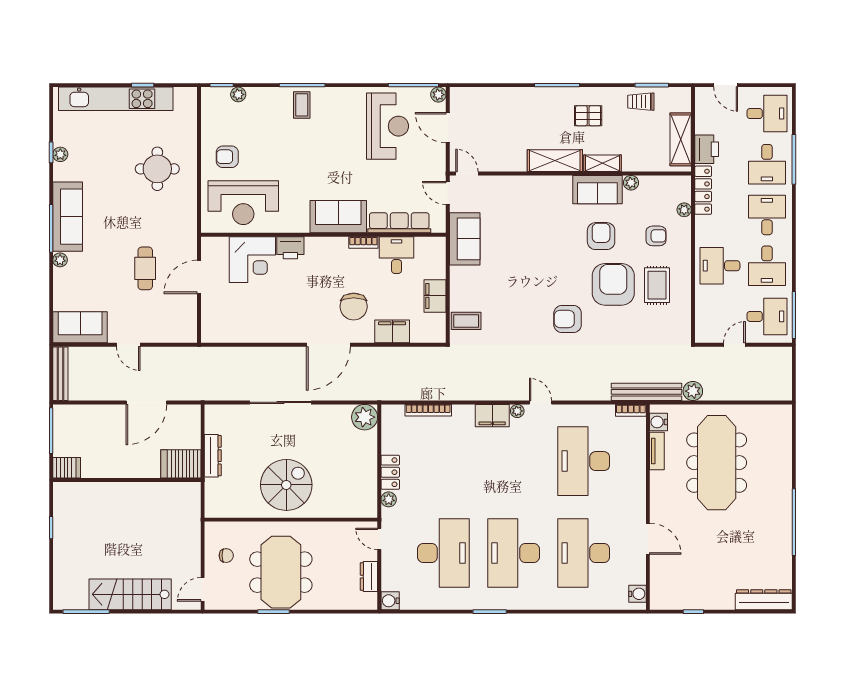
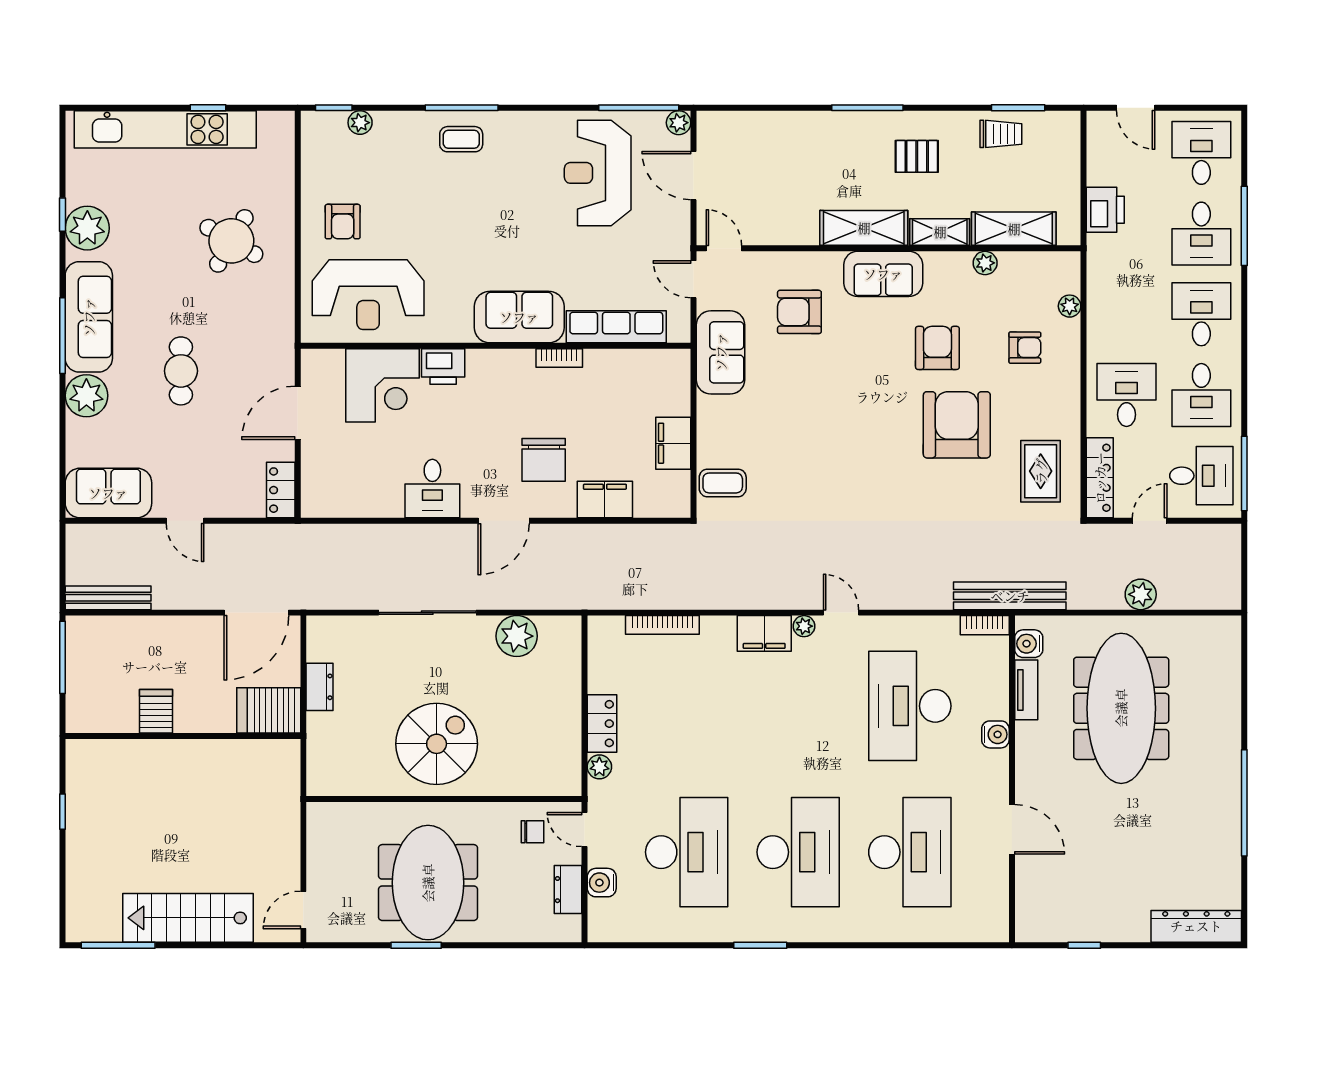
trolley: (641, 102) -> (1001, 134), turned 180
coffee table: (302, 105) -> (461, 139), turned 90
desk: (767, 114) -> (1201, 153), turned -90
reception desk: (388, 126) -> (598, 173), turned 180
shelving: (681, 139) -> (1014, 229), moved, turned 90
plant: (60, 154) -> (87, 228), width x1.87, depth x1.87
armchair: (227, 157) -> (343, 222), turned -90
round table: (157, 169) -> (231, 241), turned 30
sofa: (597, 190) -> (883, 274), moved
locker: (703, 190) -> (1100, 478), moved
desk: (397, 255) -> (432, 489), moved, turned 180
plant: (60, 260) -> (86, 396), width x1.88, depth x1.88
desk: (720, 266) -> (1126, 395), turned 90
cafe table: (145, 268) -> (181, 371), moved
rug: (657, 285) -> (1041, 471), moved
armchair: (568, 319) -> (799, 312), moved
locker: (188, 325) -> (281, 490), added
door: (328, 345) -> (504, 521), width x0.73
bench: (60, 374) -> (108, 598), moved, turned 90
plant: (693, 391) -> (1141, 594), moved
door: (146, 402) -> (256, 613), moved
plant: (365, 417) -> (517, 636), moved
dresser: (213, 456) -> (320, 687), width x0.70
server rack: (67, 468) -> (156, 711), moved, turned -90
desk: (514, 553) -> (798, 852), turned 180
desk: (584, 553) -> (910, 852), turned 180
chair: (226, 556) -> (532, 832), moved
water cooler: (638, 594) -> (995, 734), moved
water cooler: (390, 601) -> (602, 883), moved

